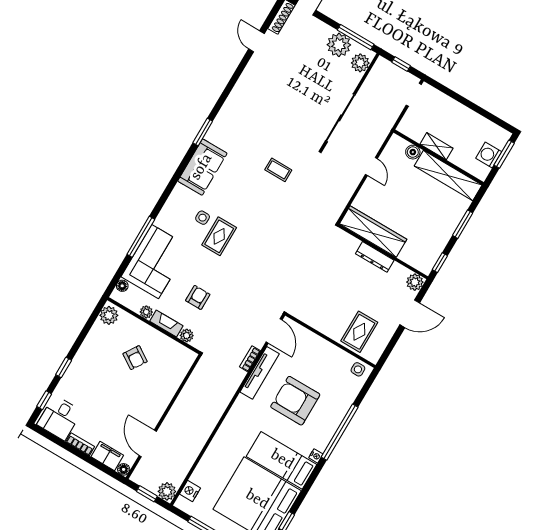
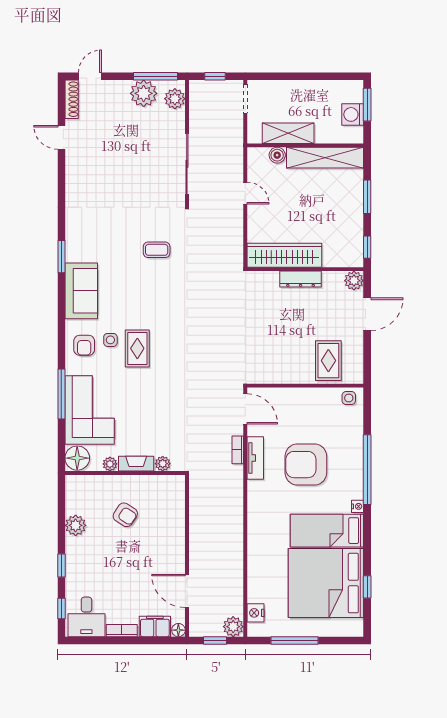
shelving: (436, 146) -> (288, 133), width x1.50, depth x1.33
floor lamp: (122, 286) -> (77, 458), width x1.89, depth x1.89
armchair: (198, 297) -> (84, 345), moved, turned 180
plant: (109, 315) -> (76, 525), moved
tv unit: (260, 373) -> (255, 458), width x0.71

